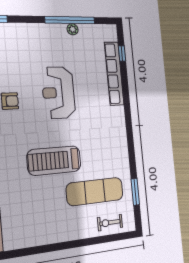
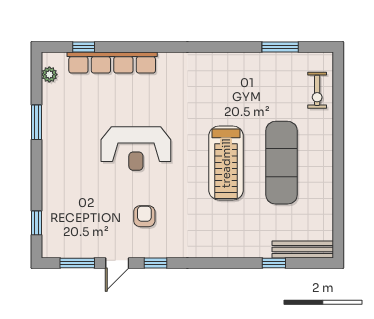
window: (70, 20) -> (37, 122), width x0.47
plant: (73, 29) -> (49, 75), moved
exercise mat: (95, 192) -> (282, 163), moved

